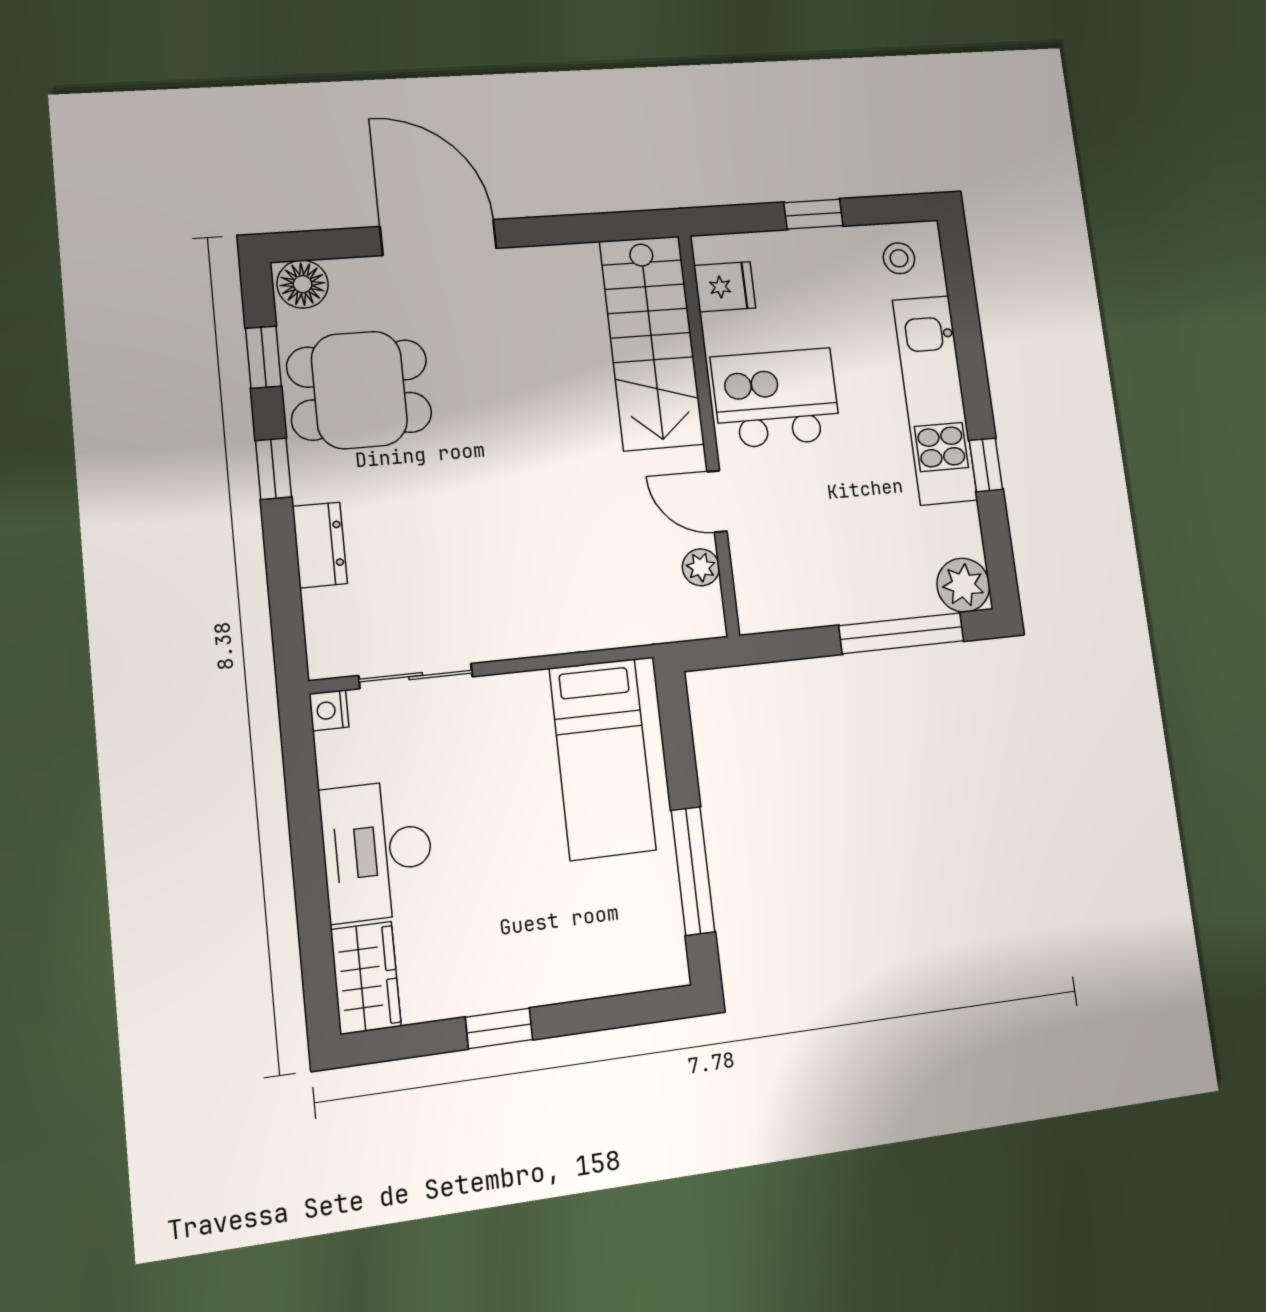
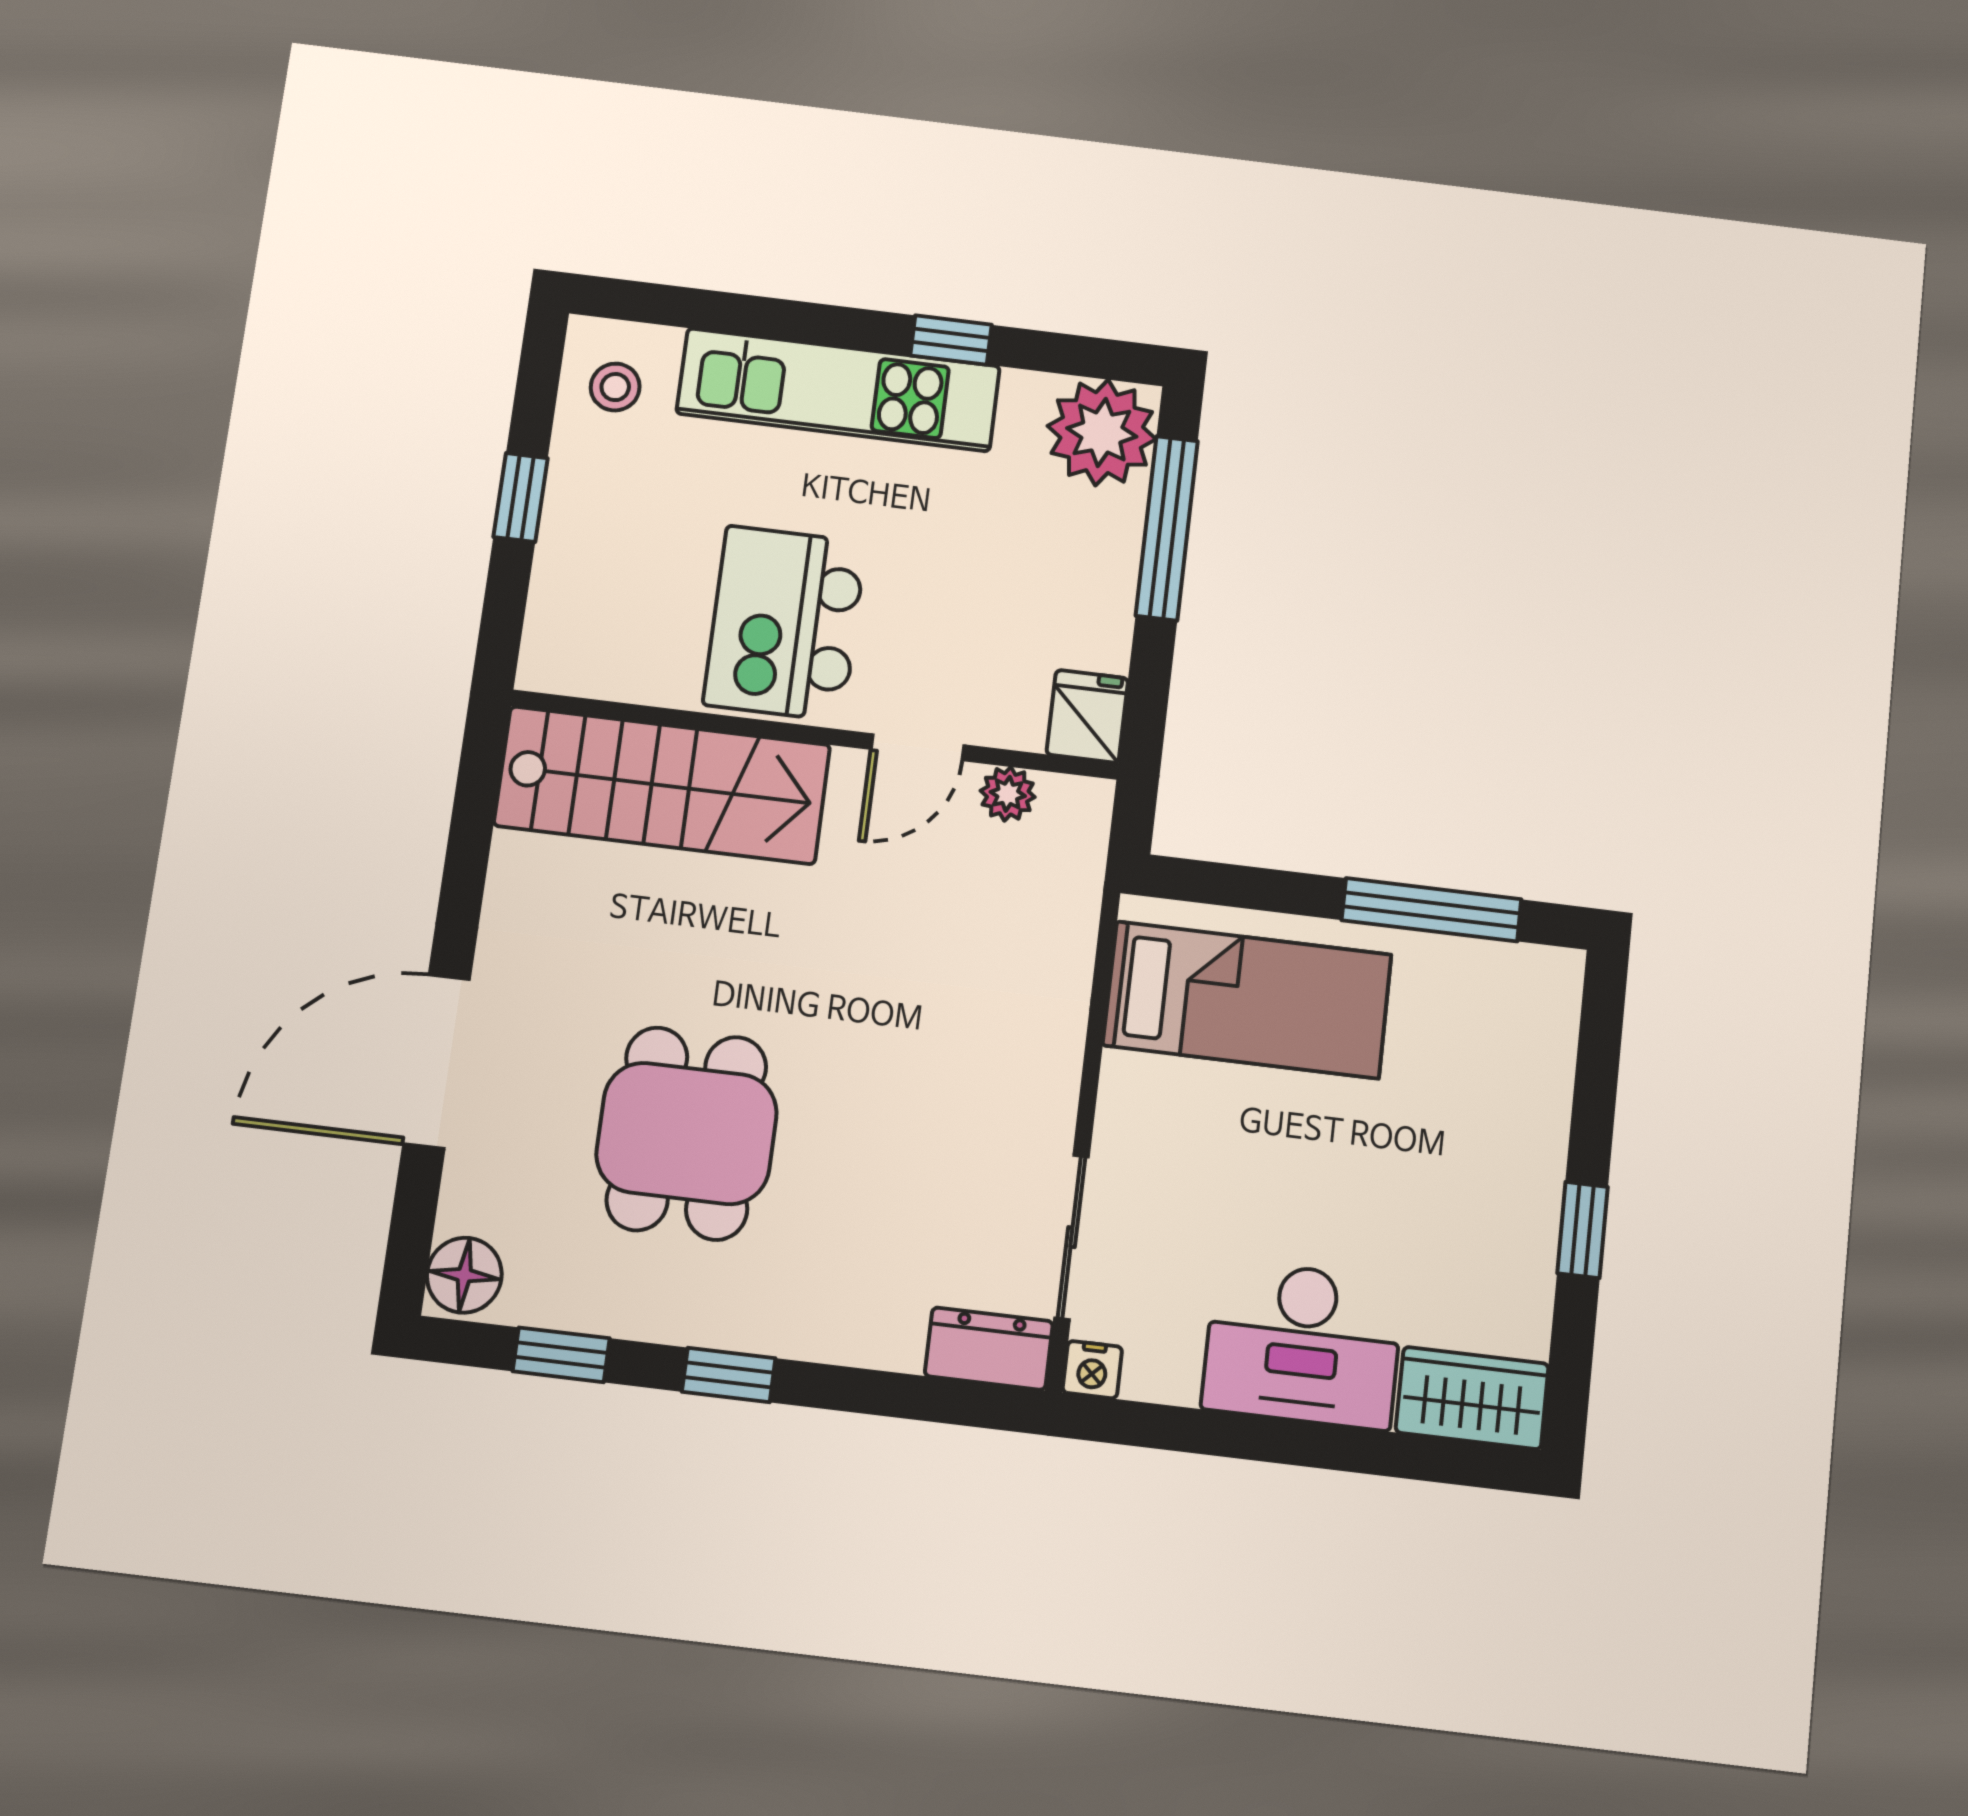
fridge: (725, 287) -> (1087, 716), moved
dining table: (359, 390) -> (687, 1133), moved
dresser: (320, 545) -> (989, 1349), moved
plant: (963, 585) -> (1102, 432), width x1.36, depth x1.36

